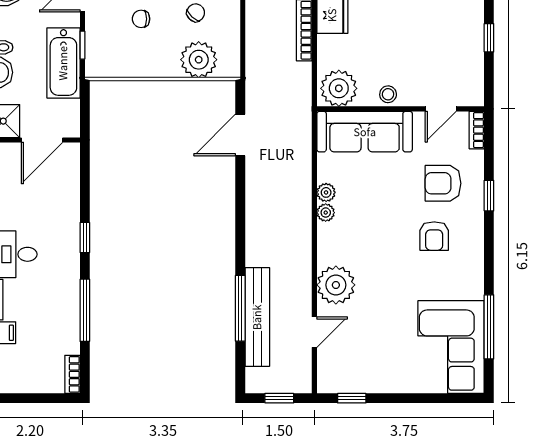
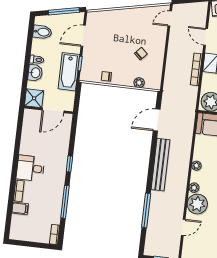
chair: (141, 19) -> (106, 76), moved
plant: (199, 60) -> (139, 83), width x0.53, depth x0.53
plant: (326, 192) -> (194, 188), moved
bench: (257, 317) -> (160, 165), moved

